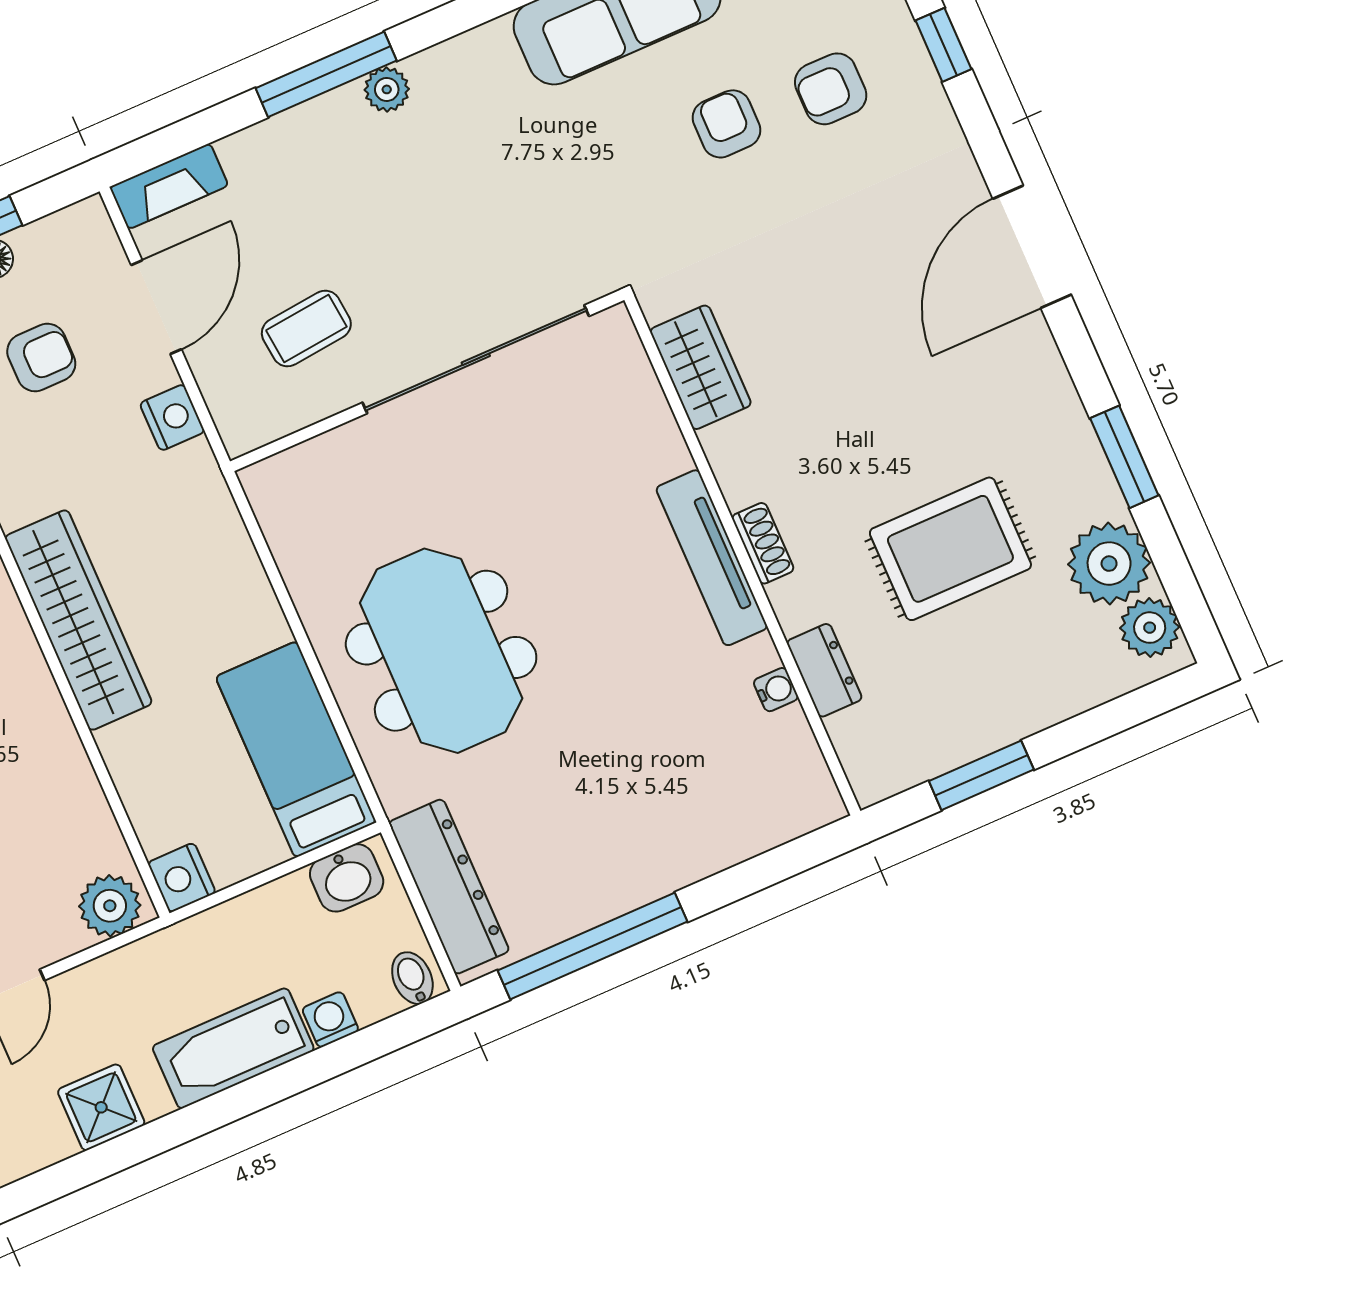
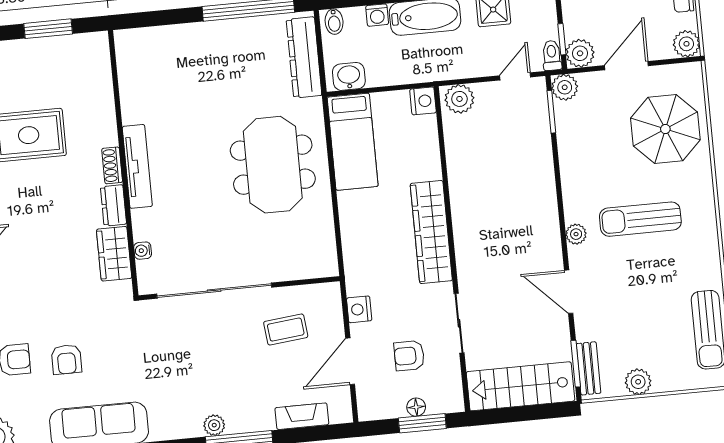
fireplace: (169, 186) -> (302, 416), moved
dresser: (824, 670) -> (113, 205), moved
water cooler: (776, 690) -> (143, 251), moved

